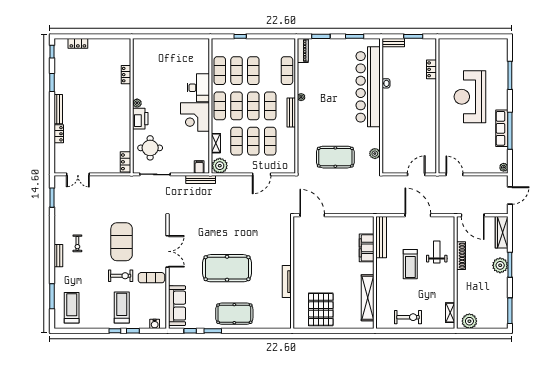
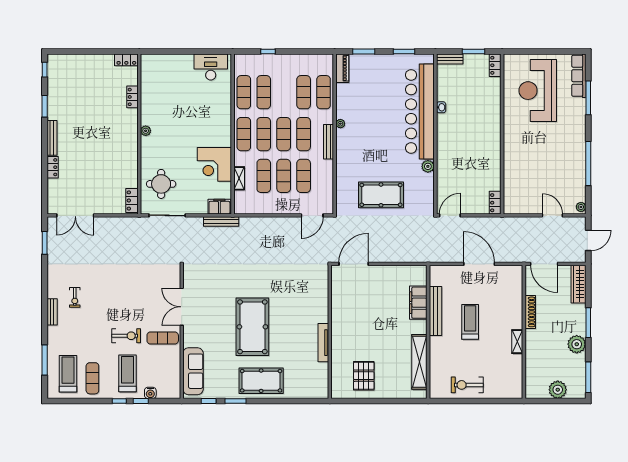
locker: (78, 43) -> (126, 60), moved
locker: (431, 69) -> (495, 65), moved
exercise mat: (253, 71) -> (304, 92), moved
desk: (198, 88) -> (211, 67), moved, turned -90
reception desk: (470, 97) -> (538, 91), moved
corner desk: (195, 117) -> (214, 164), moved
printer: (140, 119) -> (149, 149), removed
row of seats: (502, 128) -> (579, 76), moved
plant: (375, 154) -> (428, 166), moved
locker: (431, 164) -> (495, 203), added
plant: (220, 166) -> (244, 205), removed
filing cabinet: (199, 167) -> (219, 207), width x2.00
double door: (78, 174) -> (75, 215), width x1.37
door: (262, 174) -> (312, 215), moved
door: (416, 174) -> (450, 215), moved
door: (455, 174) -> (552, 215), moved
door: (312, 215) -> (354, 264), hinge flipped
bench: (381, 237) -> (435, 311), moved
exercise mat: (122, 242) -> (92, 378), moved, width x0.50, depth x0.69
double door: (167, 251) -> (182, 307), swing flipped
weight bench: (437, 252) -> (501, 307), removed
treadmill: (410, 264) -> (470, 322), turned 180
plant: (500, 265) -> (577, 344), moved
pool table: (227, 268) -> (252, 327), turned 90
pallet: (321, 309) -> (364, 376), width x0.73, depth x0.71
shelving: (450, 313) -> (517, 342), moved
exercise bike: (408, 317) -> (467, 385), turned 180
plant: (469, 321) -> (558, 390), moved
water cooler: (155, 324) -> (150, 393), moved

